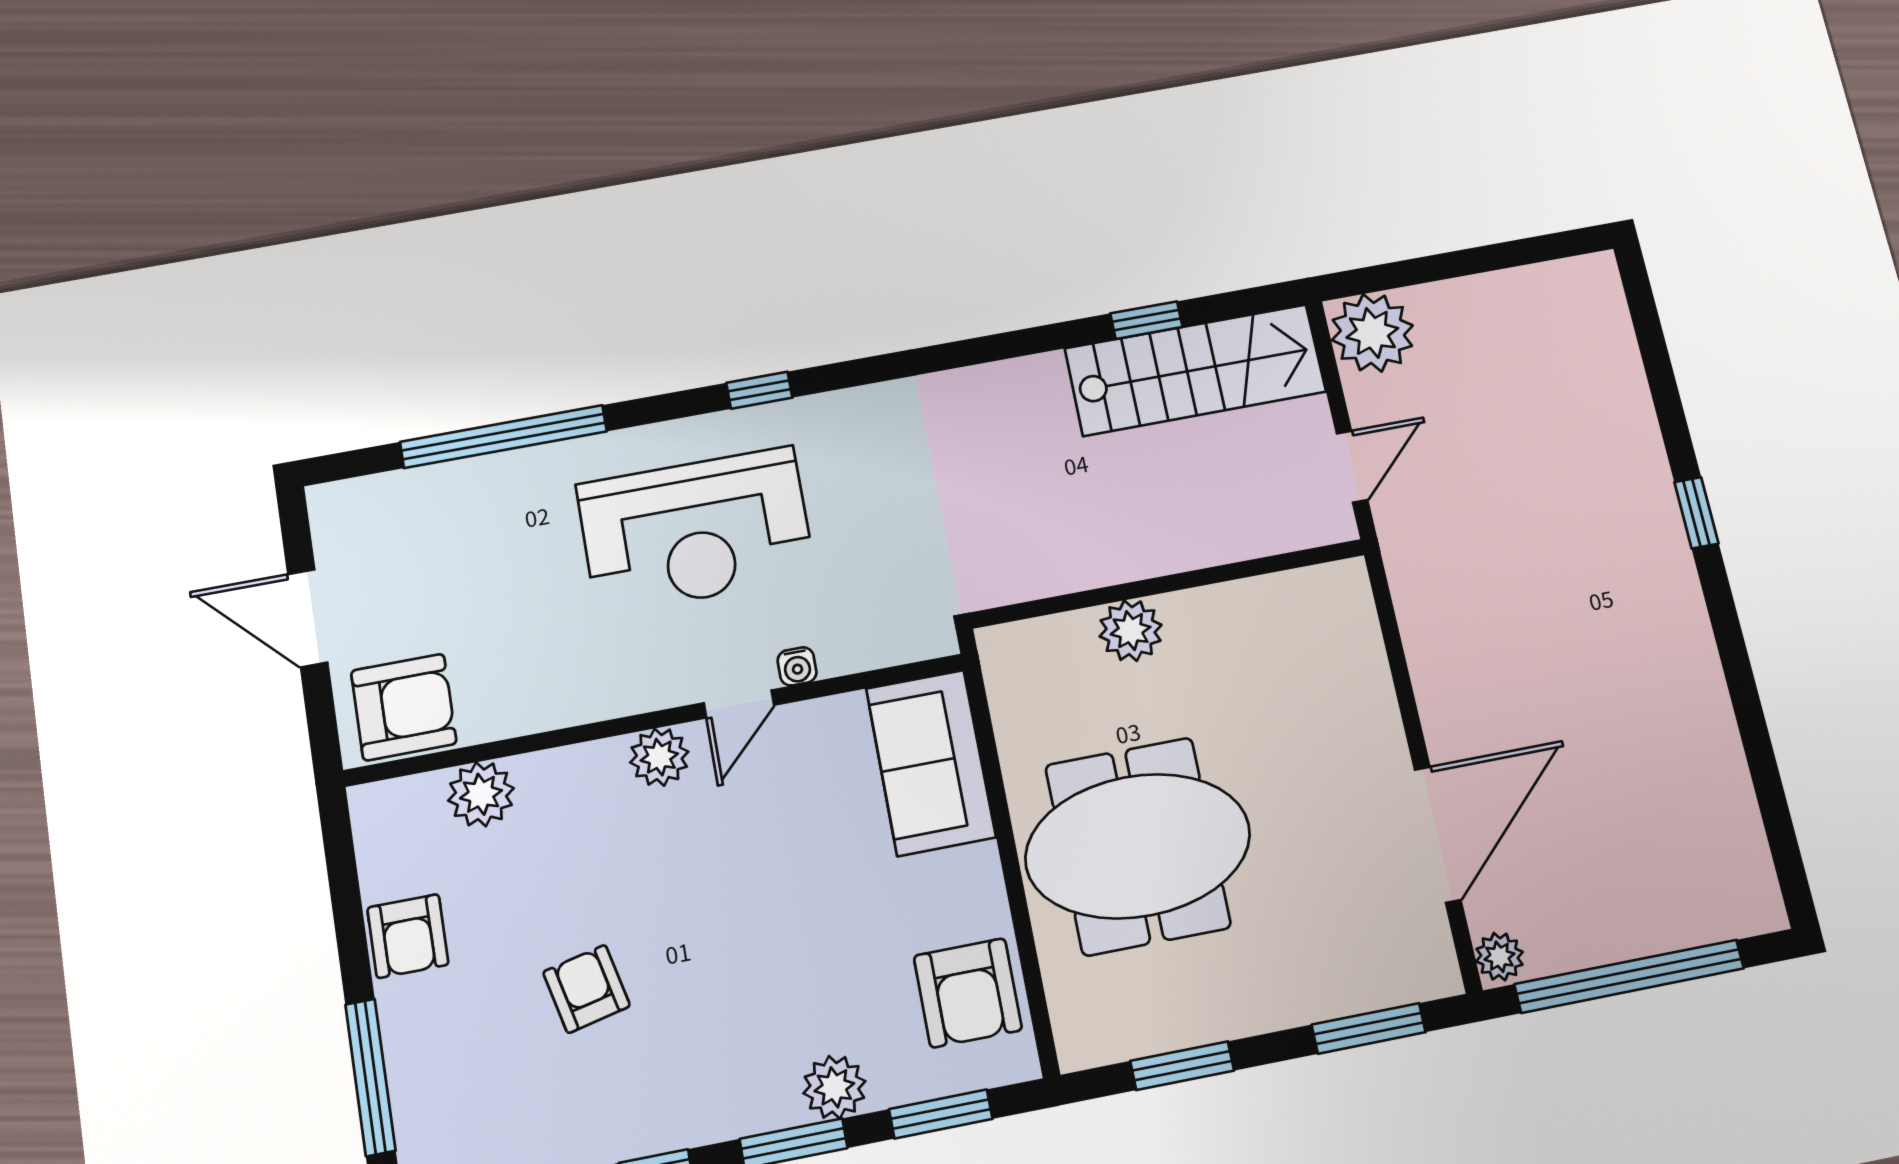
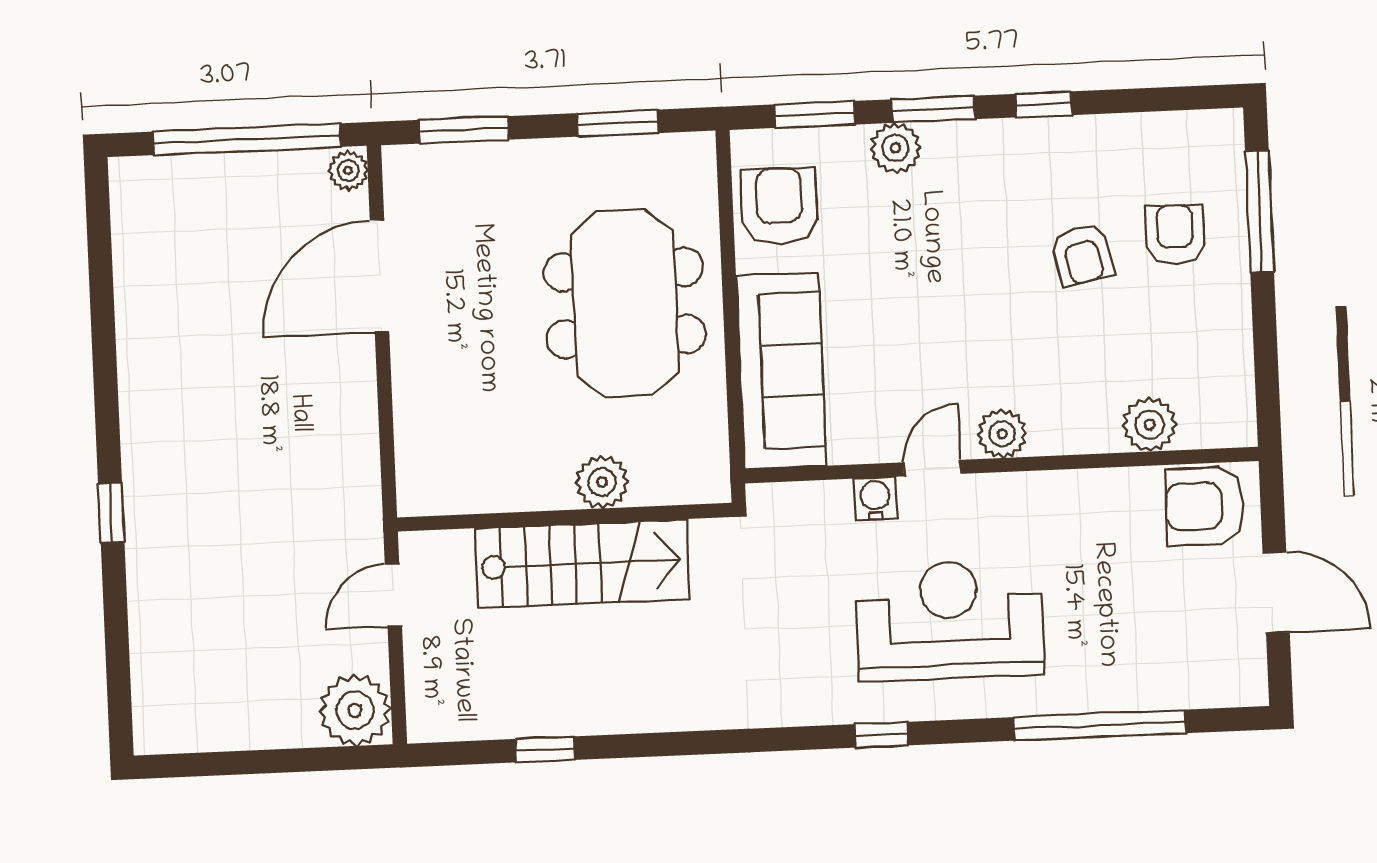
stairs: (1195, 370) -> (582, 564), moved, turned 180
water cooler: (797, 666) -> (875, 499), width x1.38, depth x1.38
sofa: (931, 763) -> (781, 371), width x1.36
meeting table: (1138, 846) -> (625, 303), turned 90
armchair: (408, 936) -> (1175, 234), moved

